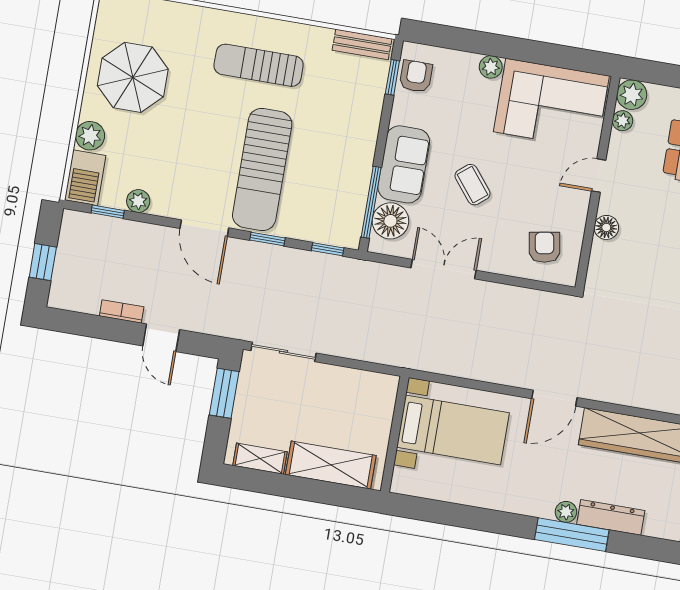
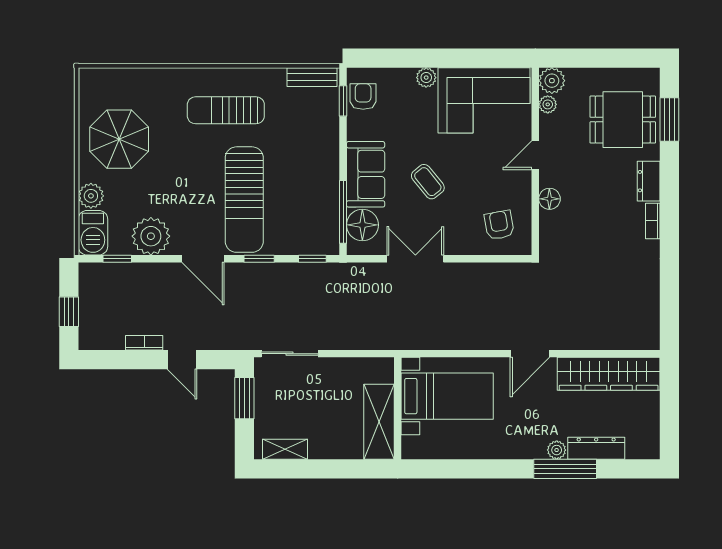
plant: (138, 201) -> (151, 236), width x1.87, depth x1.87
shelving: (331, 465) -> (379, 422), moved, turned 90

